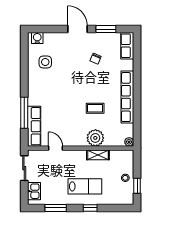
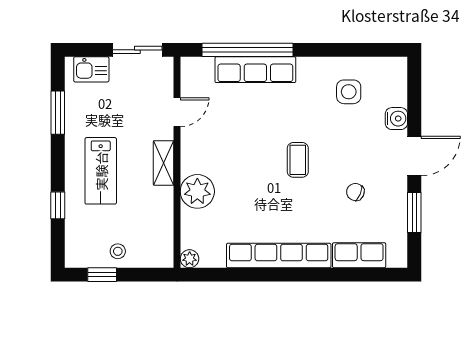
water cooler: (37, 38) -> (396, 119), moved
row of seats: (127, 46) -> (359, 255), moved
coffee table: (95, 108) -> (298, 160), moved
window: (24, 113) -> (248, 50), width x1.46
row of seats: (34, 126) -> (255, 70), moved
shelving: (98, 155) -> (163, 163), moved
window: (90, 208) -> (58, 205), moved

